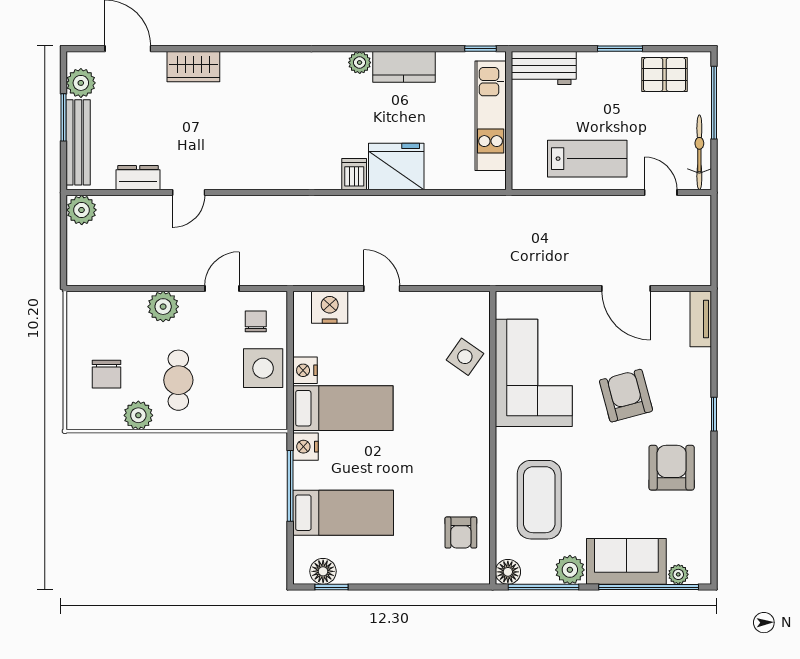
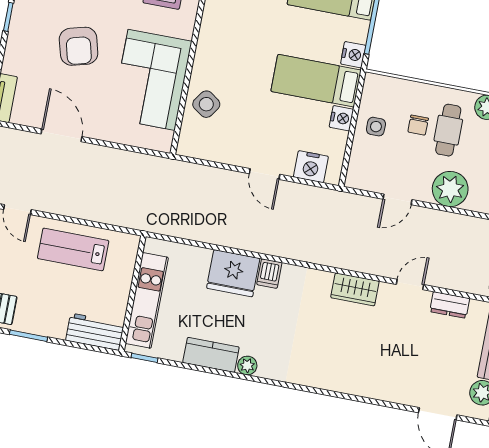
wardrobe: (193, 67) -> (355, 289), moved, turned 180
plant: (163, 307) -> (450, 189), width x1.36, depth x1.36
chair: (256, 321) -> (418, 125), moved
side table: (263, 368) -> (376, 127), width x0.54, depth x0.54

